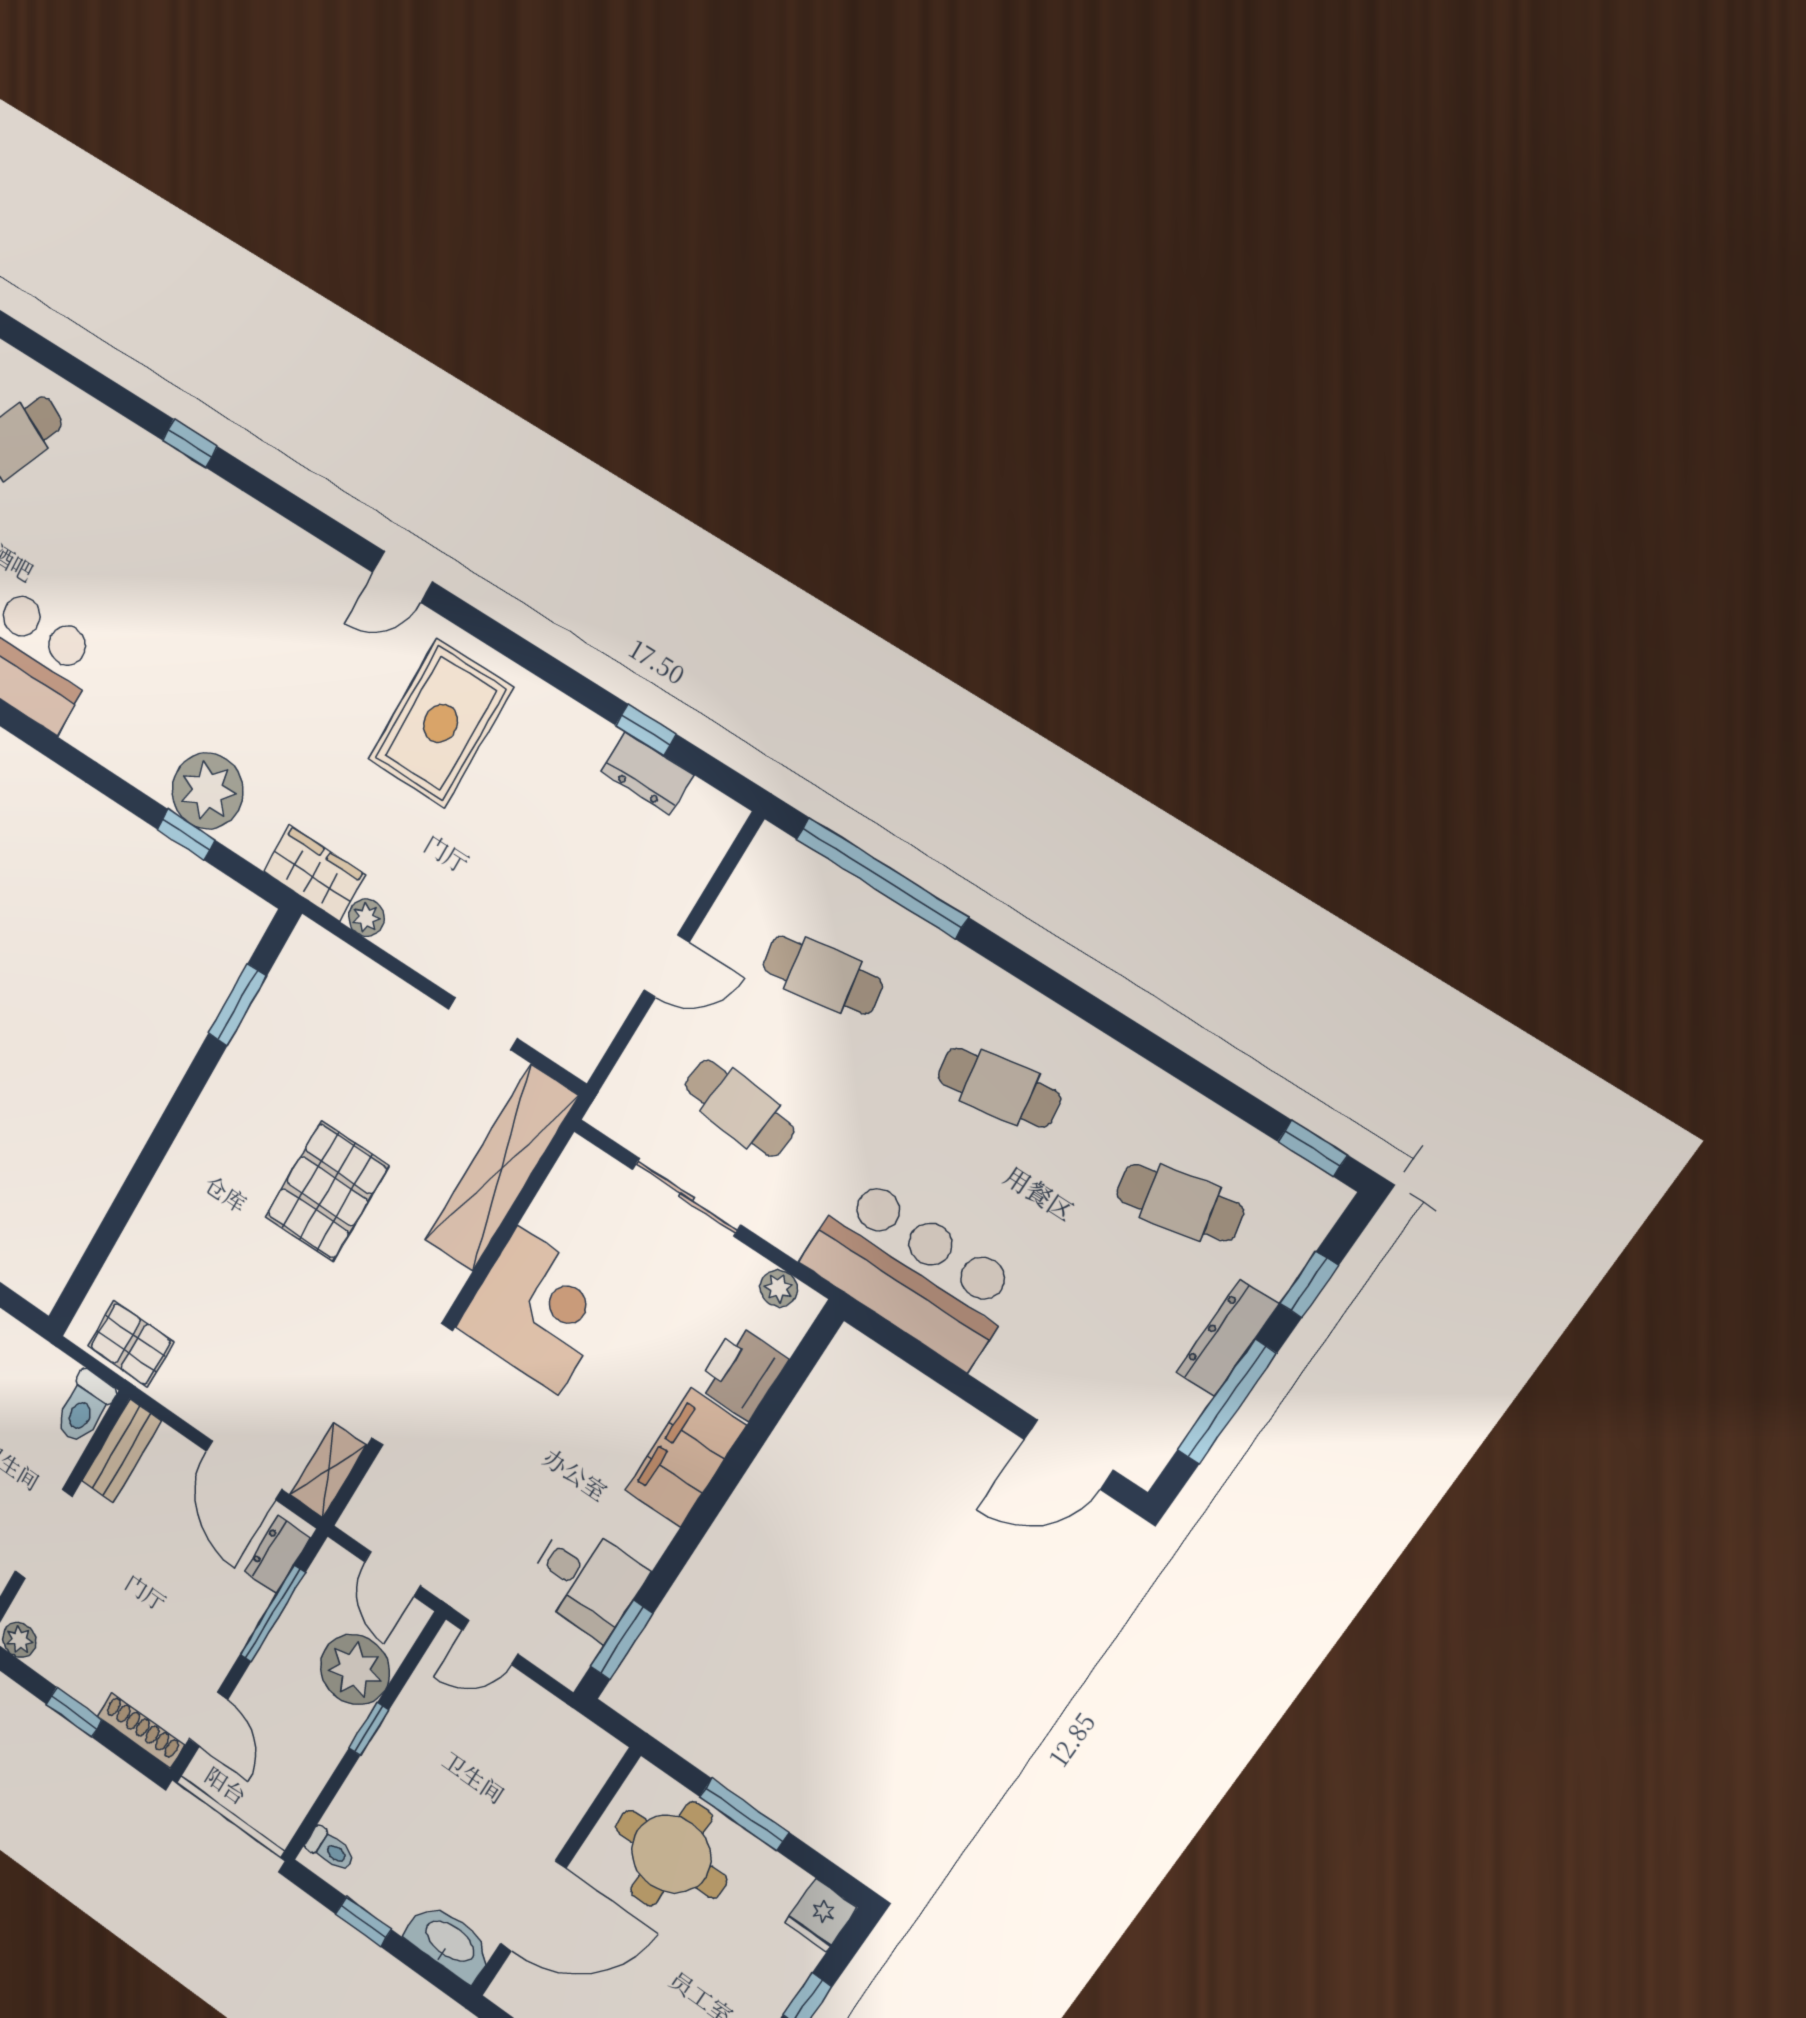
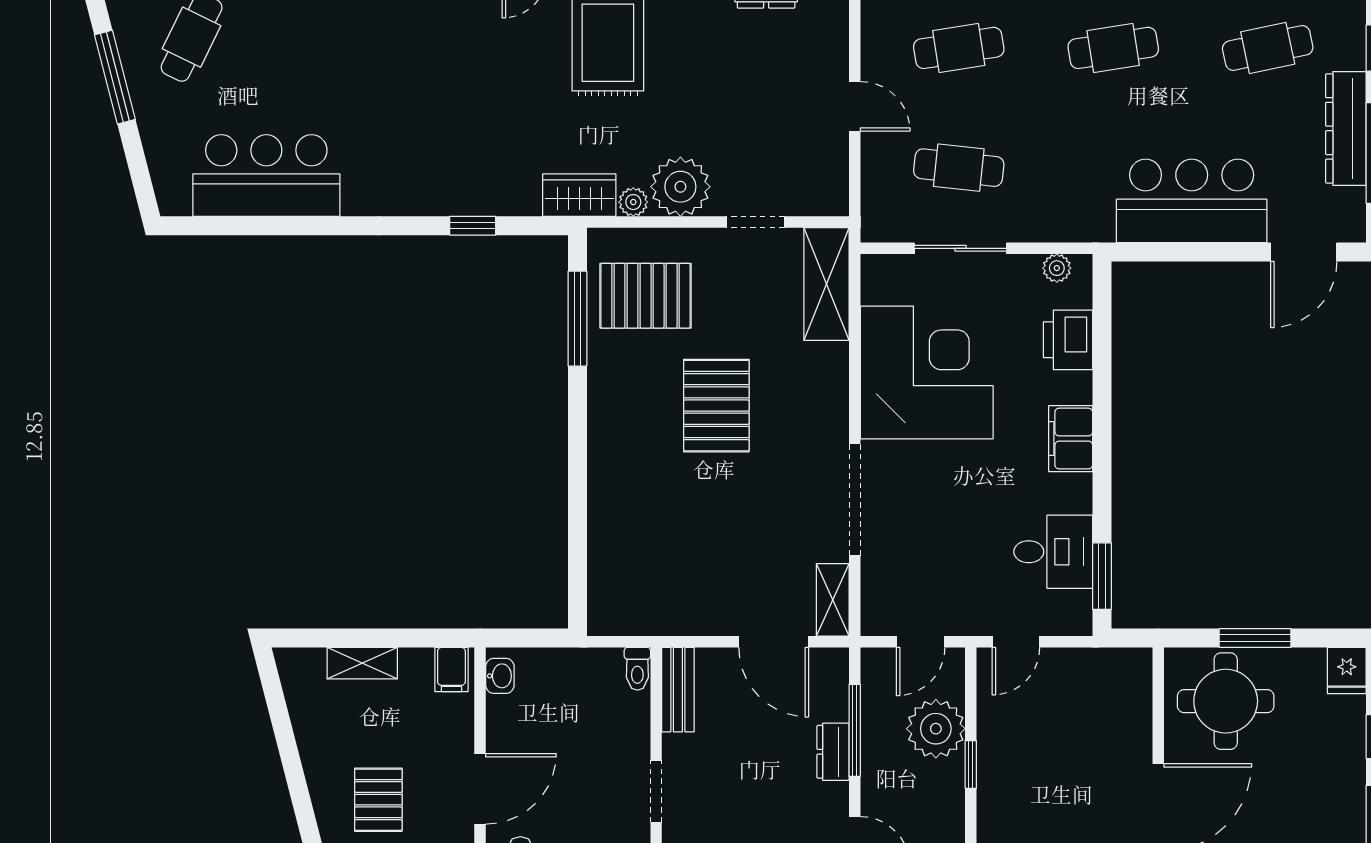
plant: (208, 791) -> (680, 187), moved
door: (666, 966) -> (855, 106), hinge flipped
window: (237, 1005) -> (577, 319), width x1.44
shelving: (502, 1168) -> (827, 284), width x0.68
bar counter: (912, 1272) -> (1192, 201), moved
corner desk: (538, 1311) -> (927, 372), width x1.36, depth x1.36
dresser: (1227, 1338) -> (1346, 128), width x1.37, depth x1.24
pallet: (131, 1344) -> (646, 296), moved, width x1.50, depth x1.42
toilet: (84, 1407) -> (637, 669), width x0.73, depth x0.72
filing cabinet: (686, 1458) -> (1071, 439), width x0.67, depth x0.86
doorway: (44, 1534) -> (656, 791), width x0.73
dresser: (277, 1555) -> (833, 752), moved
door: (392, 1574) -> (921, 642), hinge flipped

